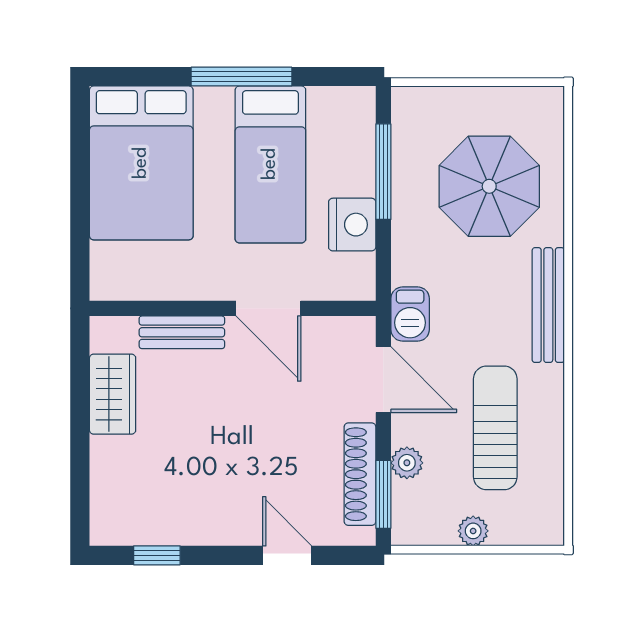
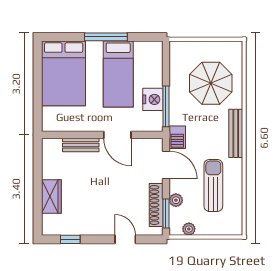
window: (383, 172) -> (166, 106), moved
wardrobe: (113, 394) -> (51, 197), moved
plant: (473, 531) -> (189, 229), moved

